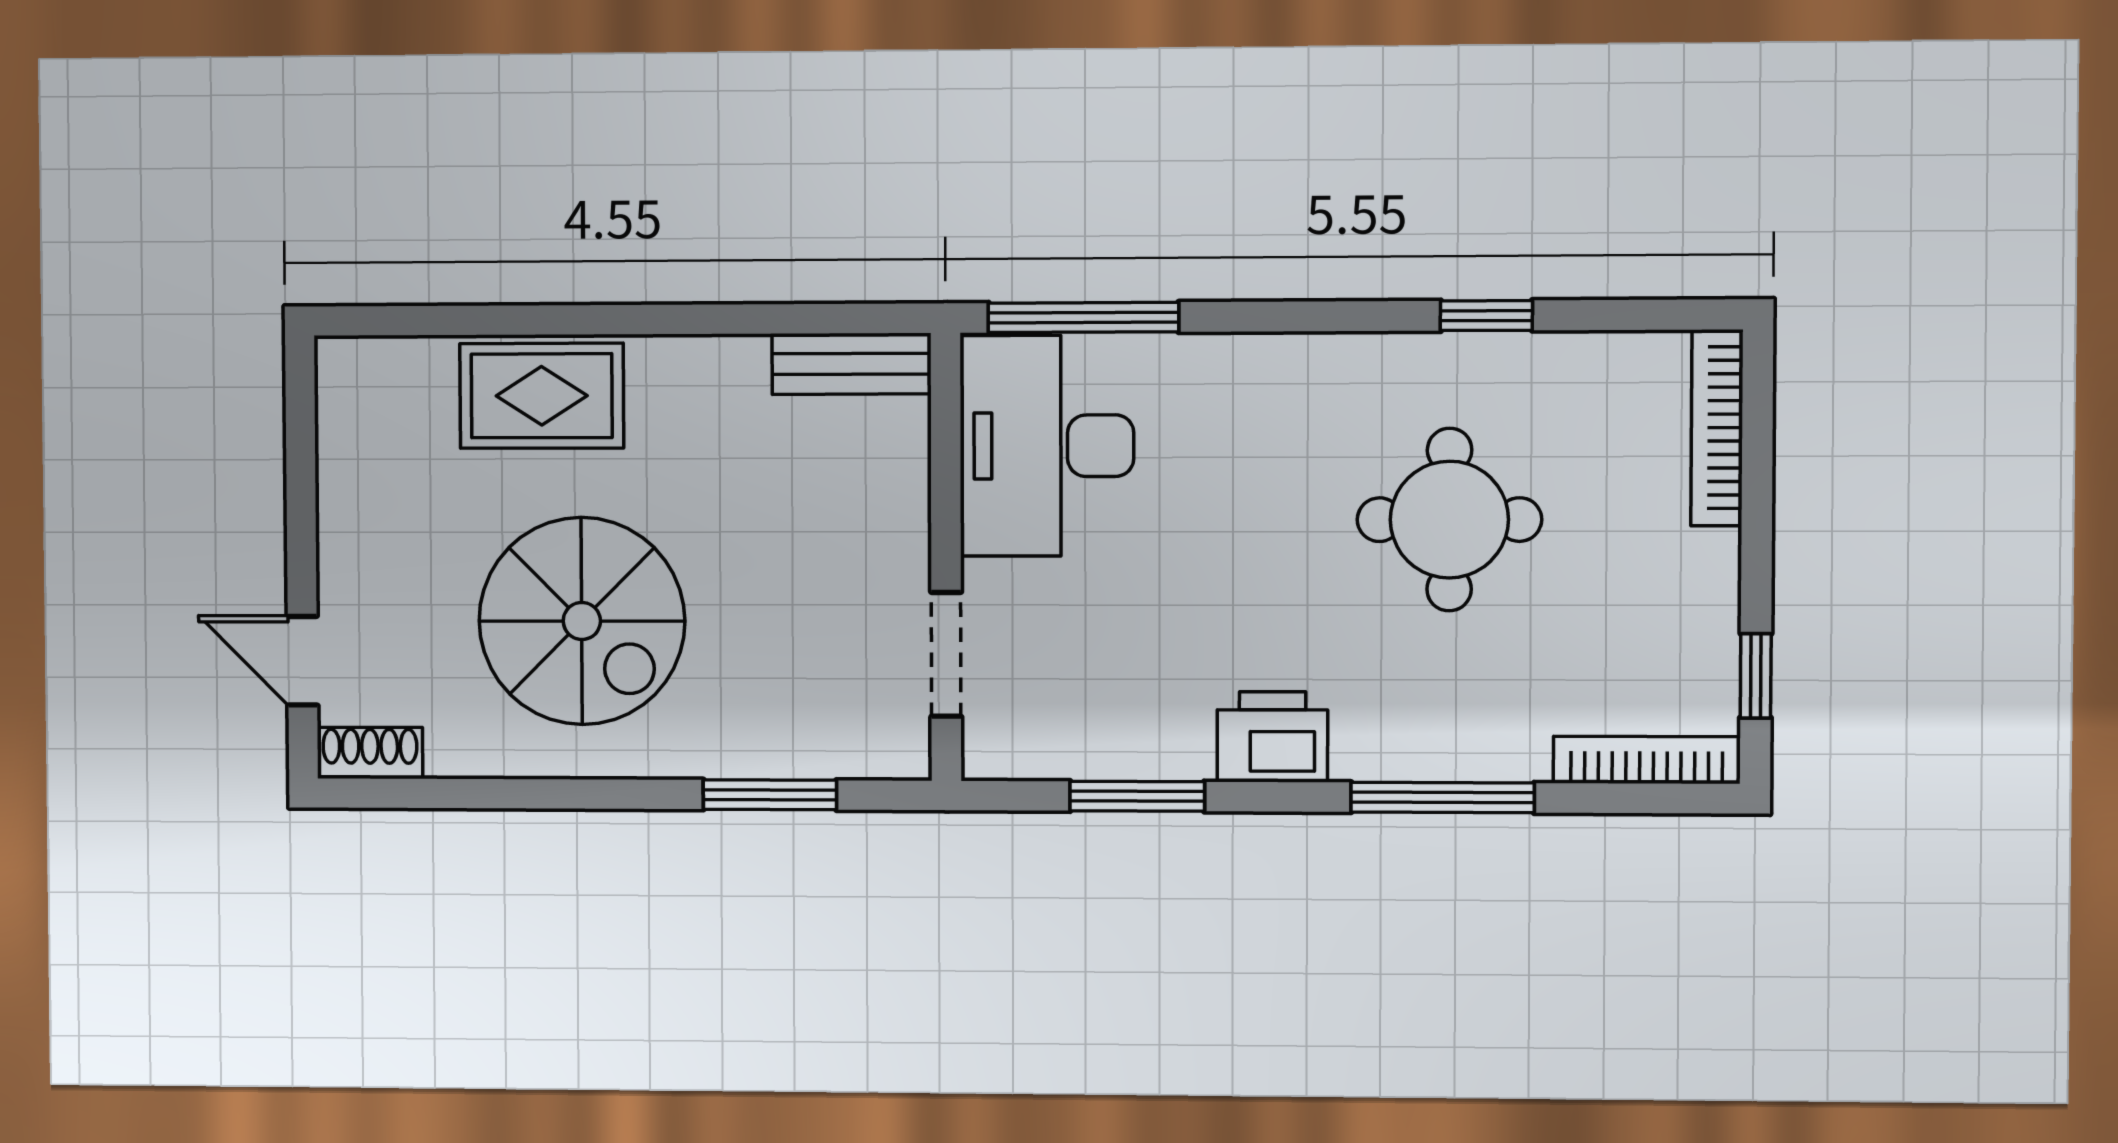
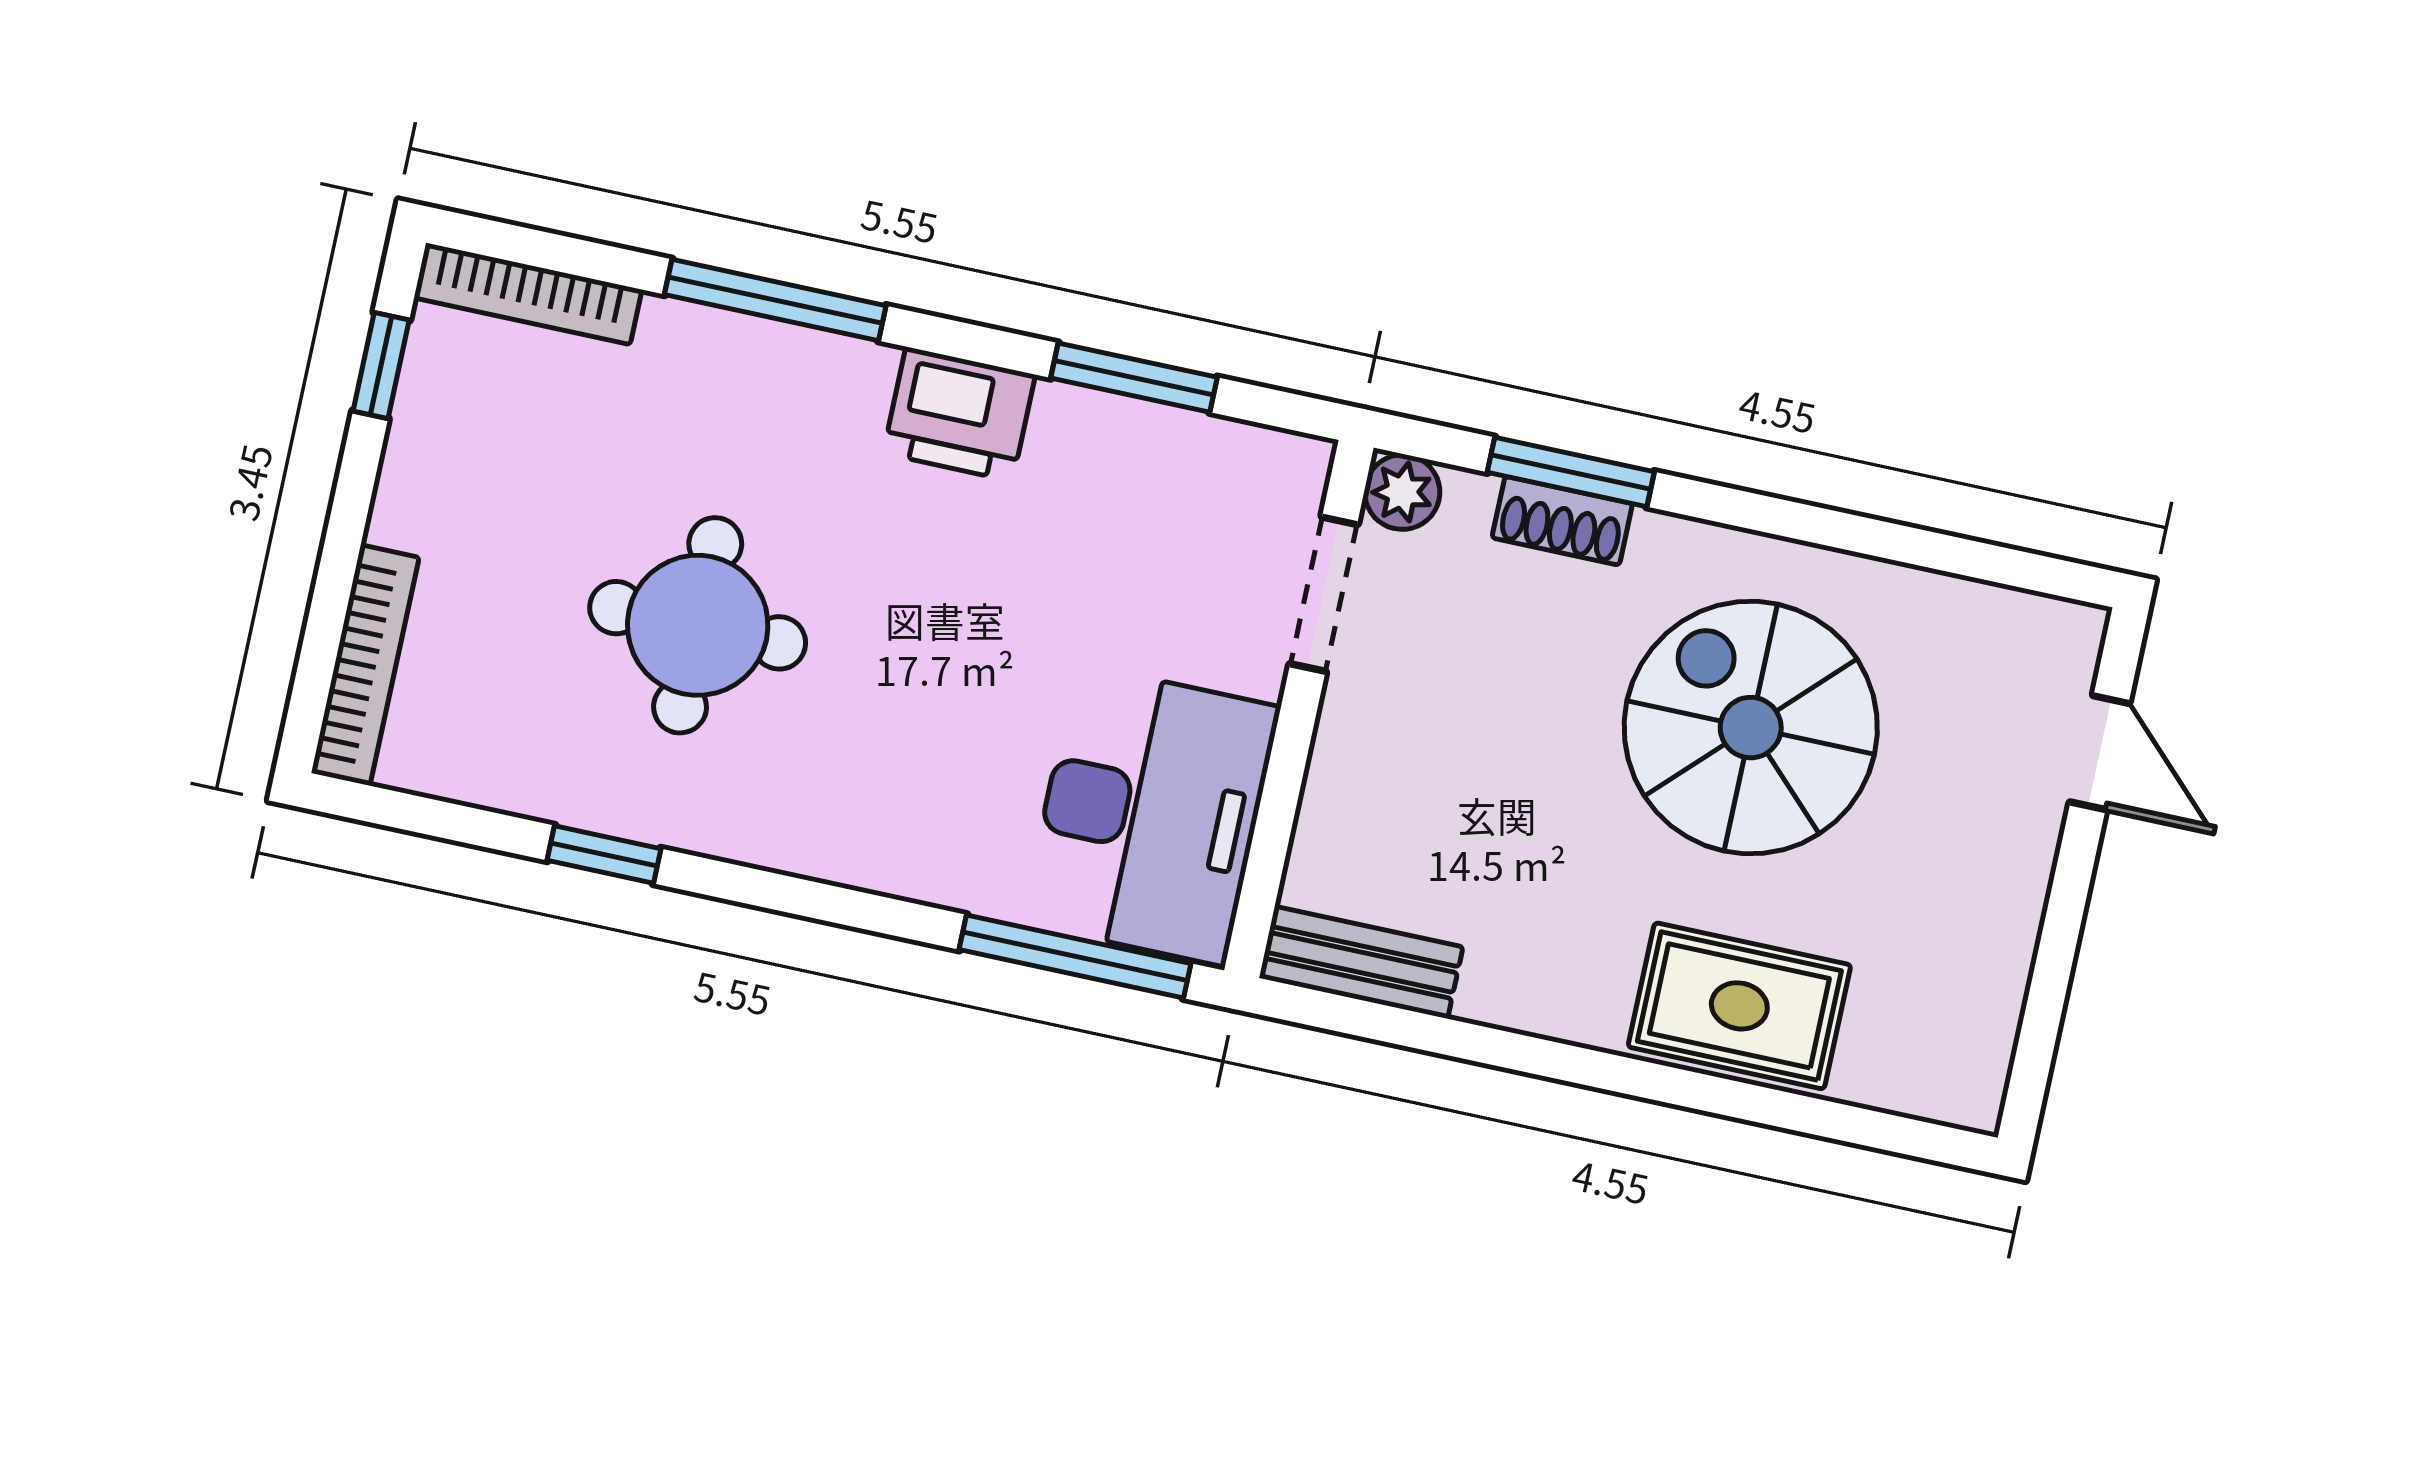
plant: (901, 750) -> (1402, 492), added
shoe rack: (370, 753) -> (1562, 521), moved

